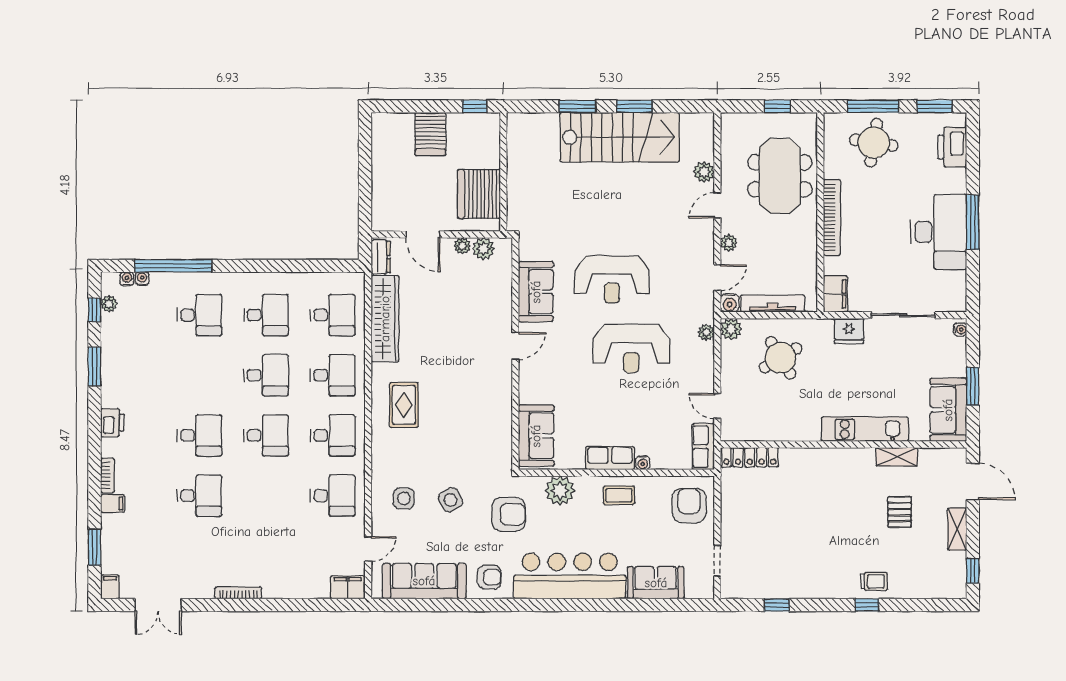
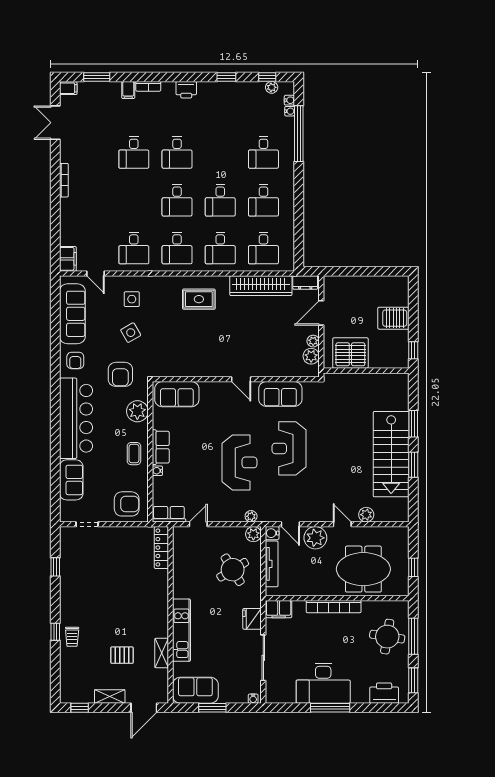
plant: (729, 243) -> (315, 538), width x1.87, depth x1.87
reception desk: (631, 349) -> (239, 462), turned 180
window: (95, 367) -> (226, 77), width x0.67

